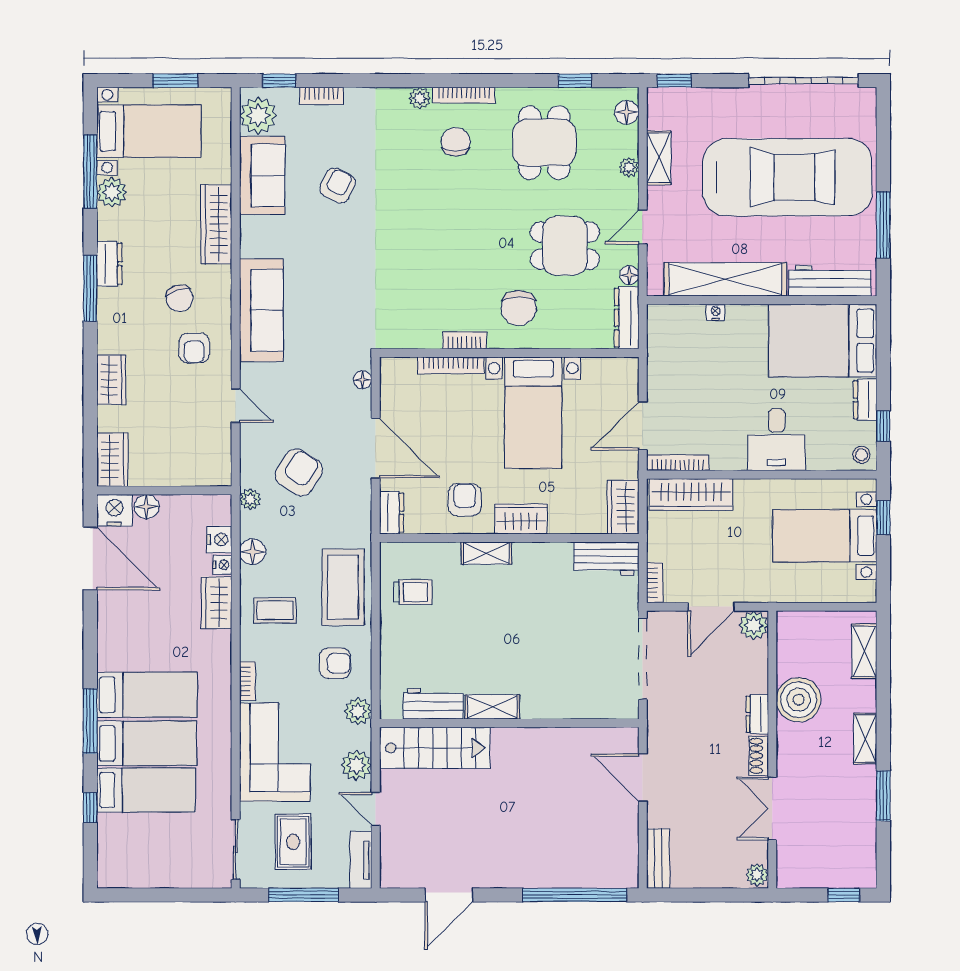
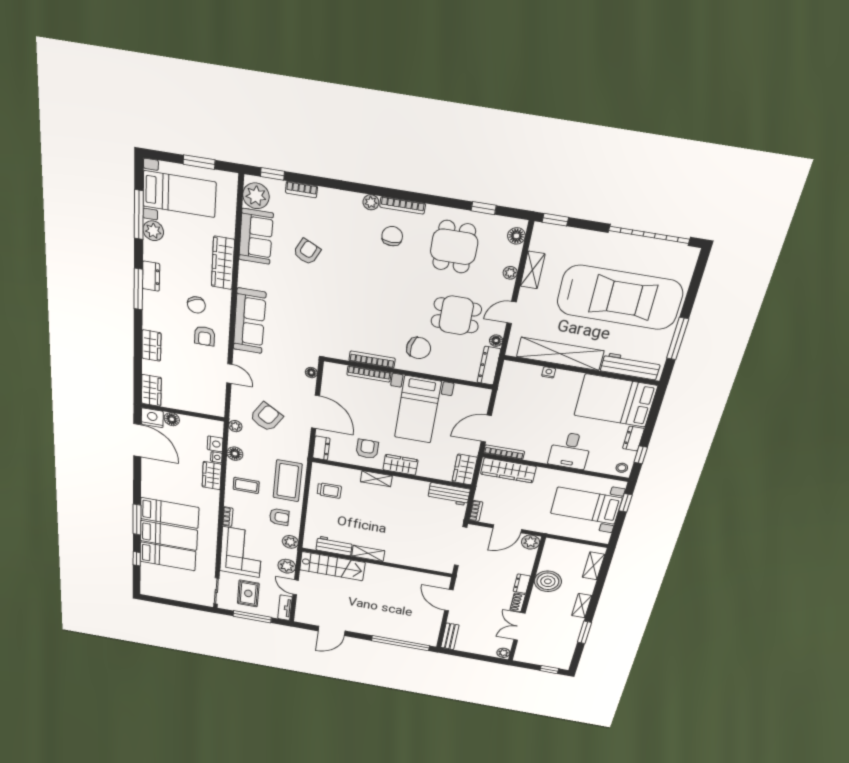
chair: (519, 308) -> (419, 348), turned -80
bookcase: (465, 340) -> (372, 360), width x1.56

